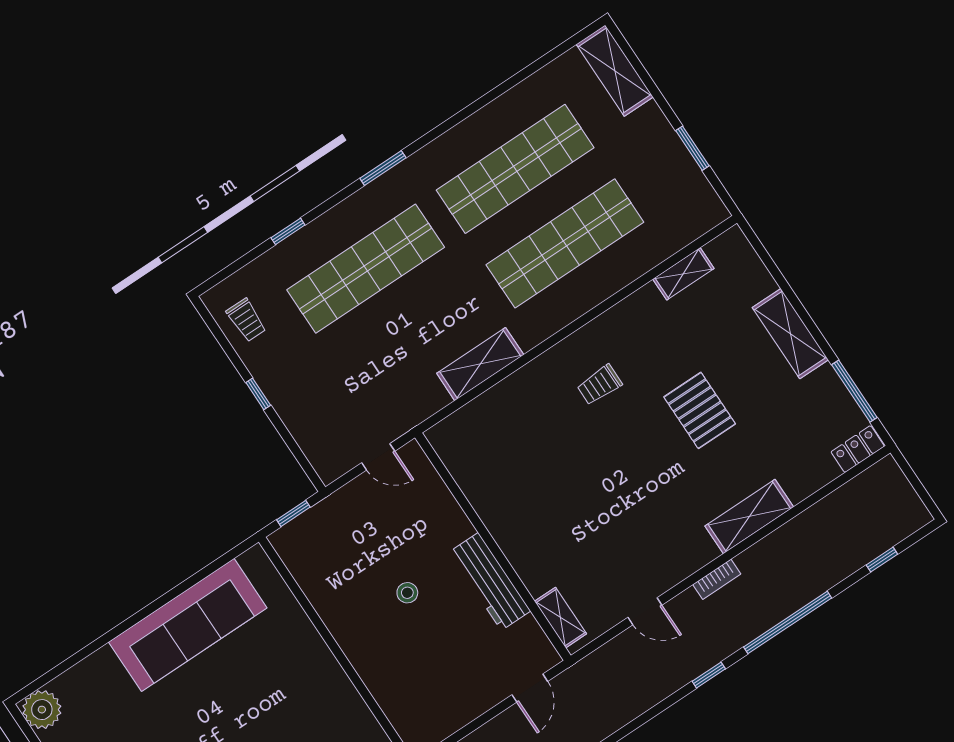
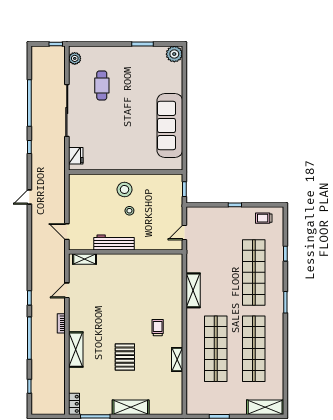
shelving: (683, 274) -> (177, 360), moved
pallet: (700, 410) -> (125, 357), turned 90
stool: (372, 630) -> (125, 189), added

